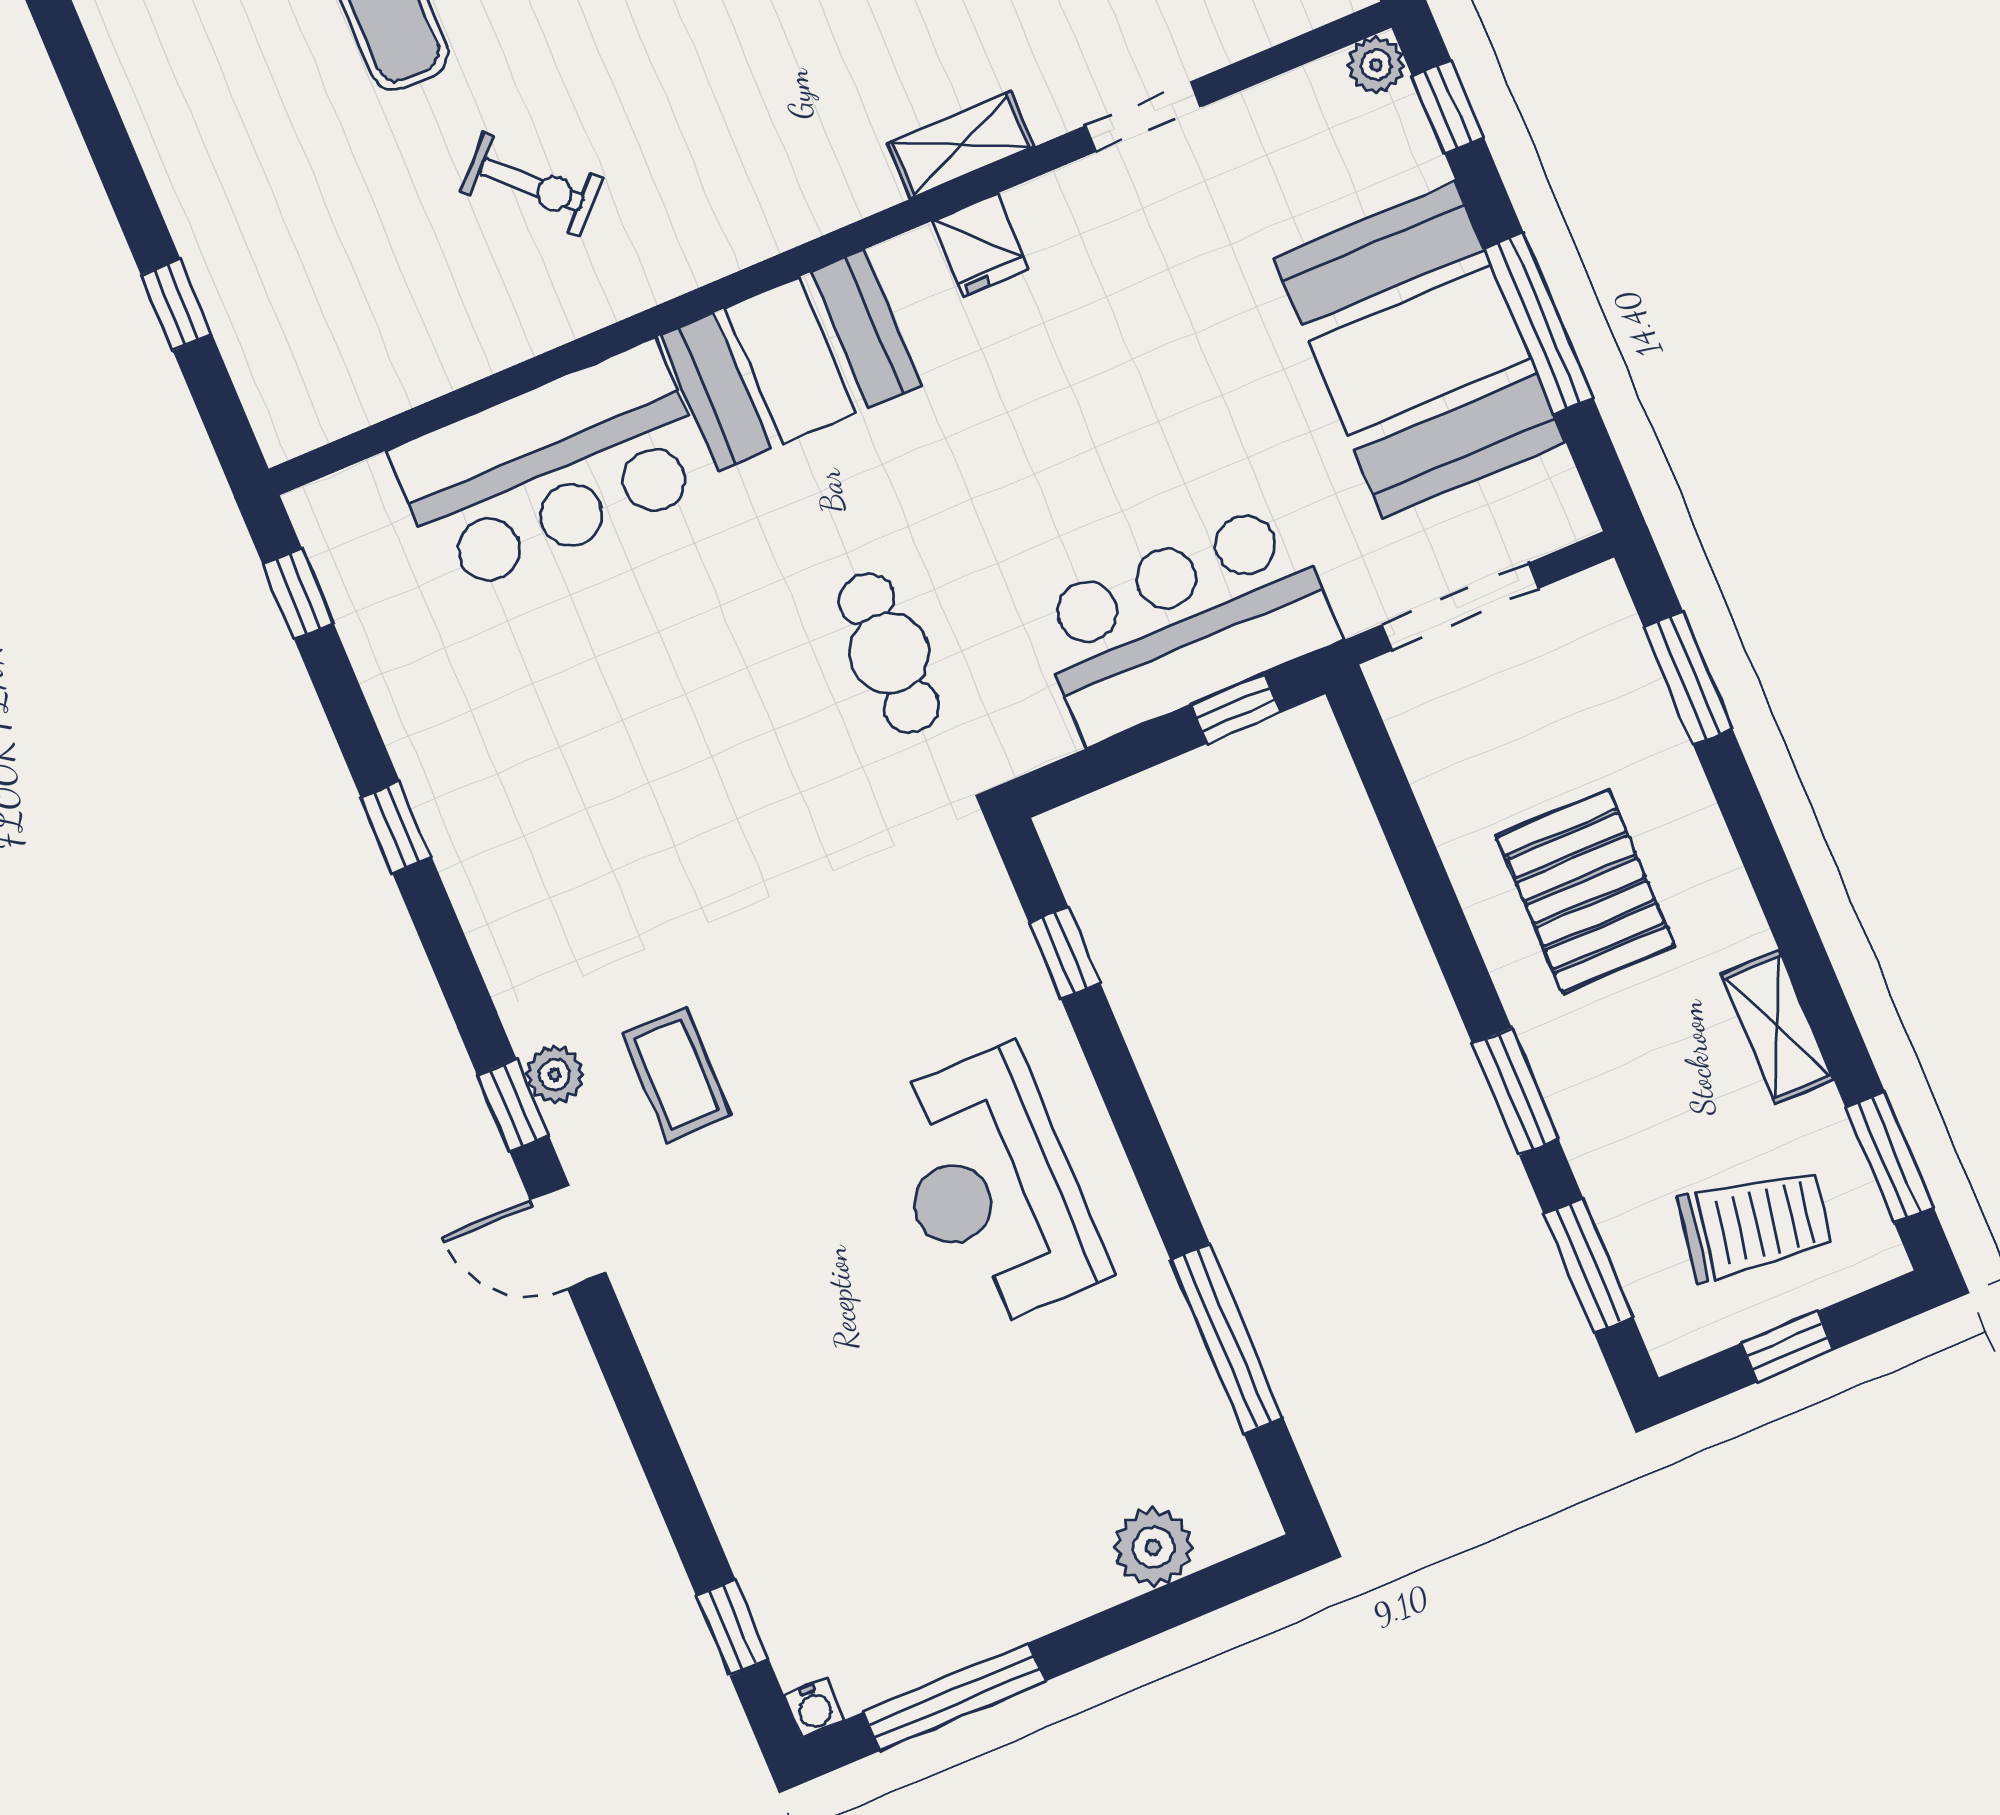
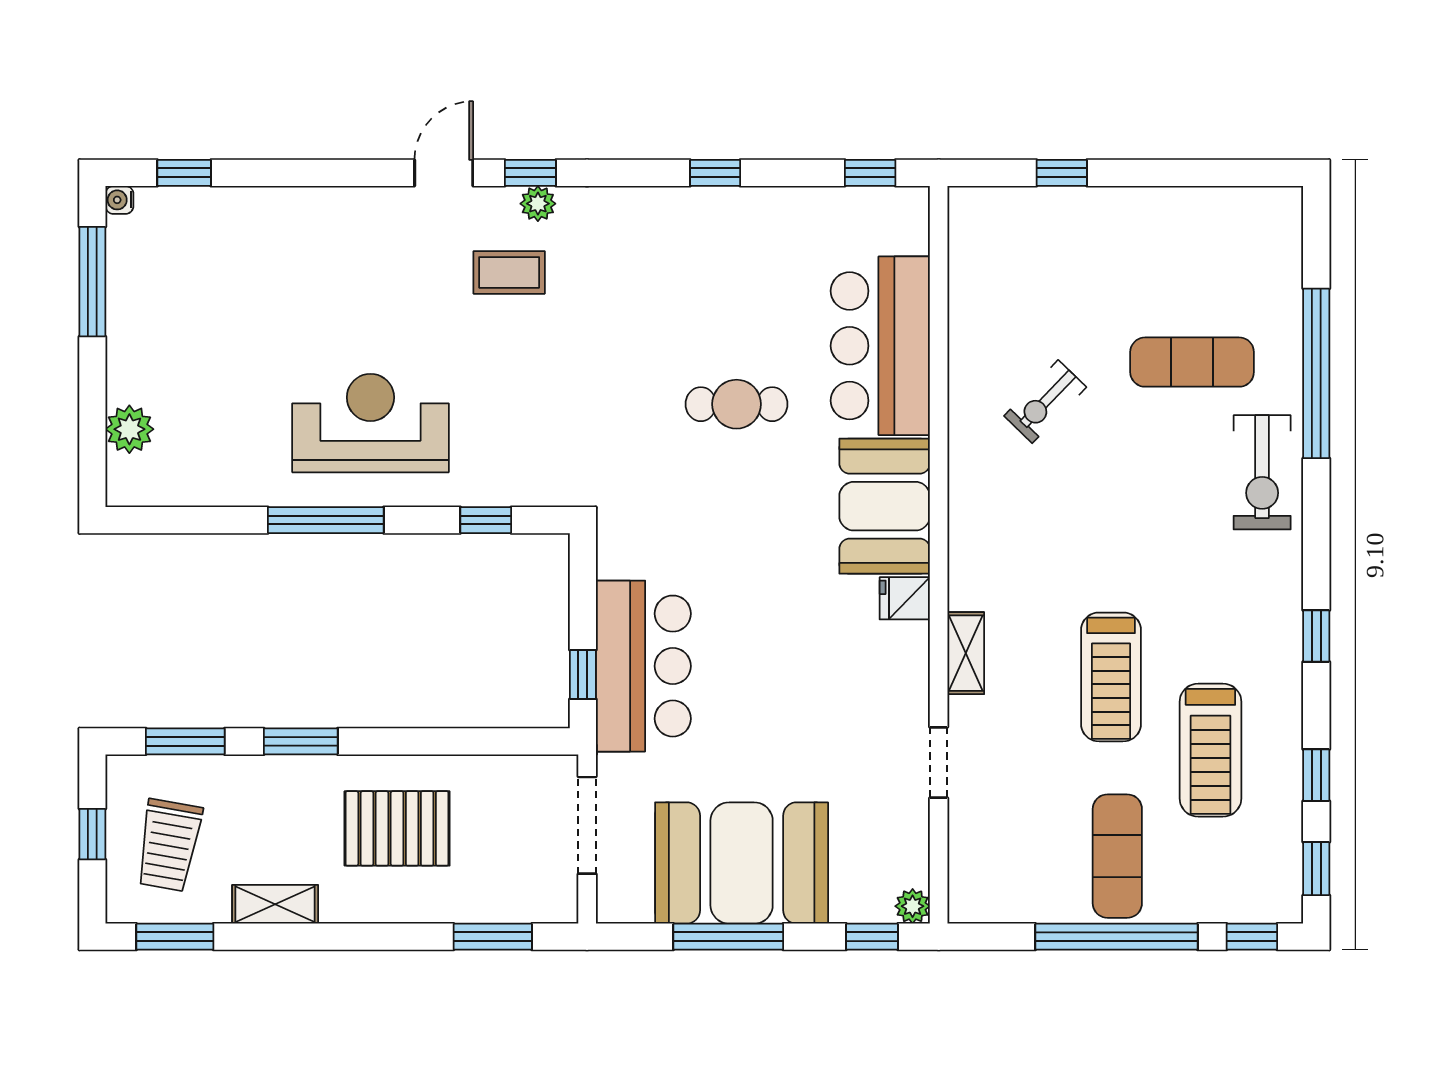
fridge: (980, 245) -> (905, 598), moved
cafe table: (889, 653) -> (737, 404), moved
window: (1227, 1339) -> (326, 520), moved

